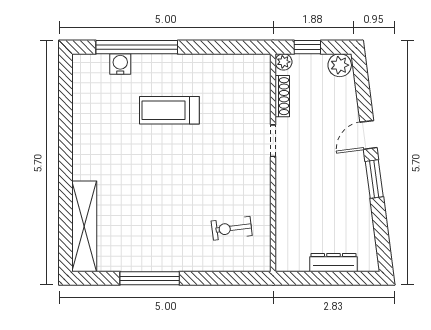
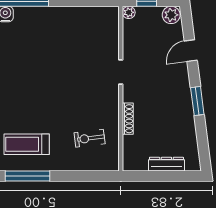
shoe rack: (282, 96) -> (128, 119), moved
treadmill: (169, 110) -> (27, 144), moved
door: (369, 135) -> (191, 51), moved

